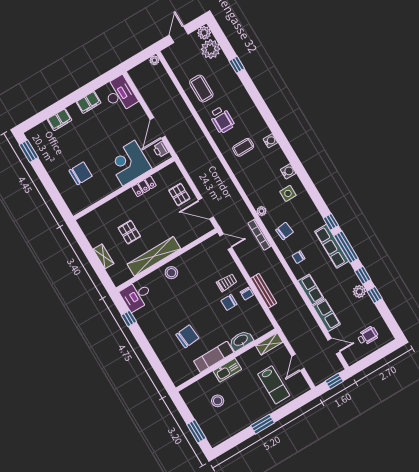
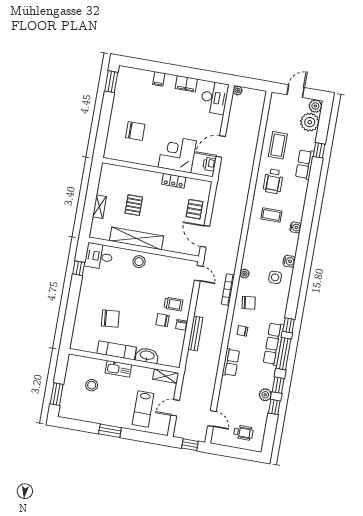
plant: (154, 60) -> (238, 91), moved
filing cabinet: (59, 120) -> (159, 79), width x0.50
row of seats: (327, 315) -> (305, 164), moved, turned 180

